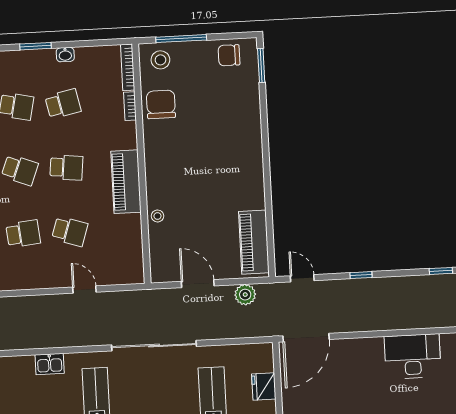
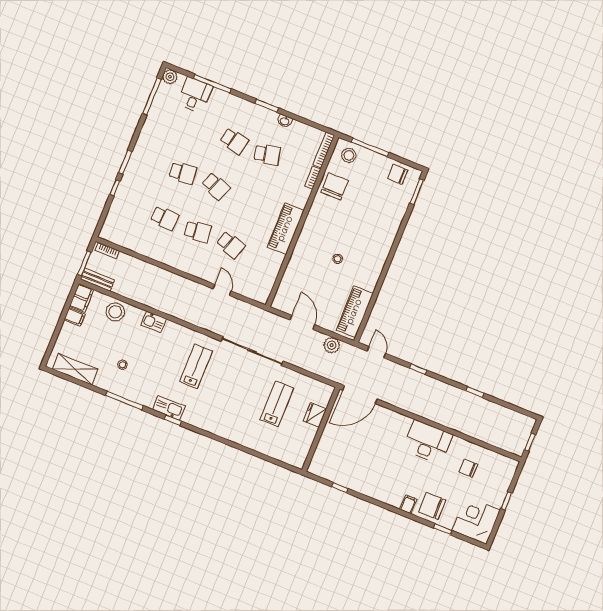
school desk: (66, 168) -> (249, 200), removed
stool: (158, 216) -> (338, 259), moved
kitchen sink: (50, 364) -> (154, 322), moved

